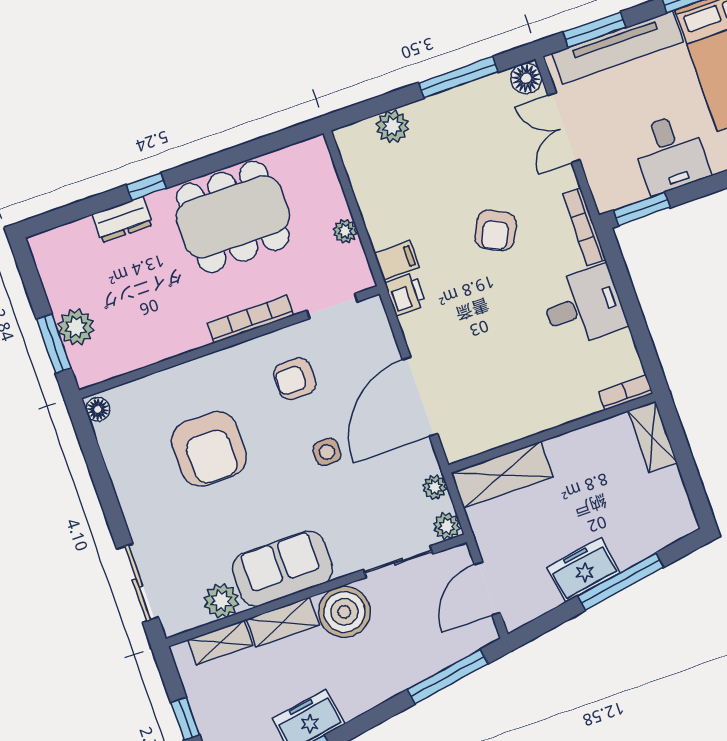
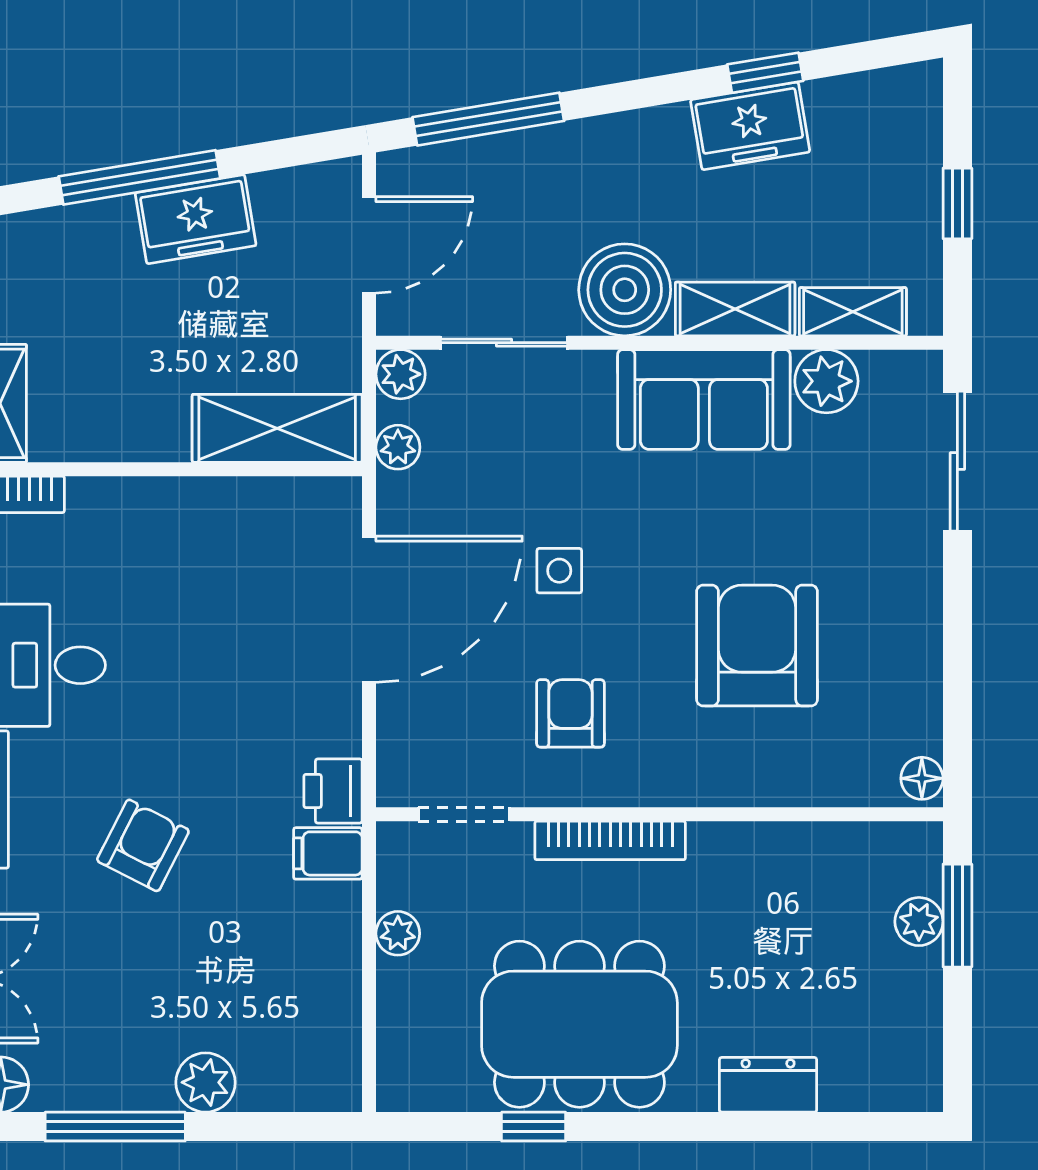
plant: (392, 126) -> (206, 1082), moved
window: (146, 187) -> (534, 1127), moved
plant: (76, 327) -> (919, 922), width x0.73, depth x0.73
armchair: (295, 379) -> (570, 713), turned -90

